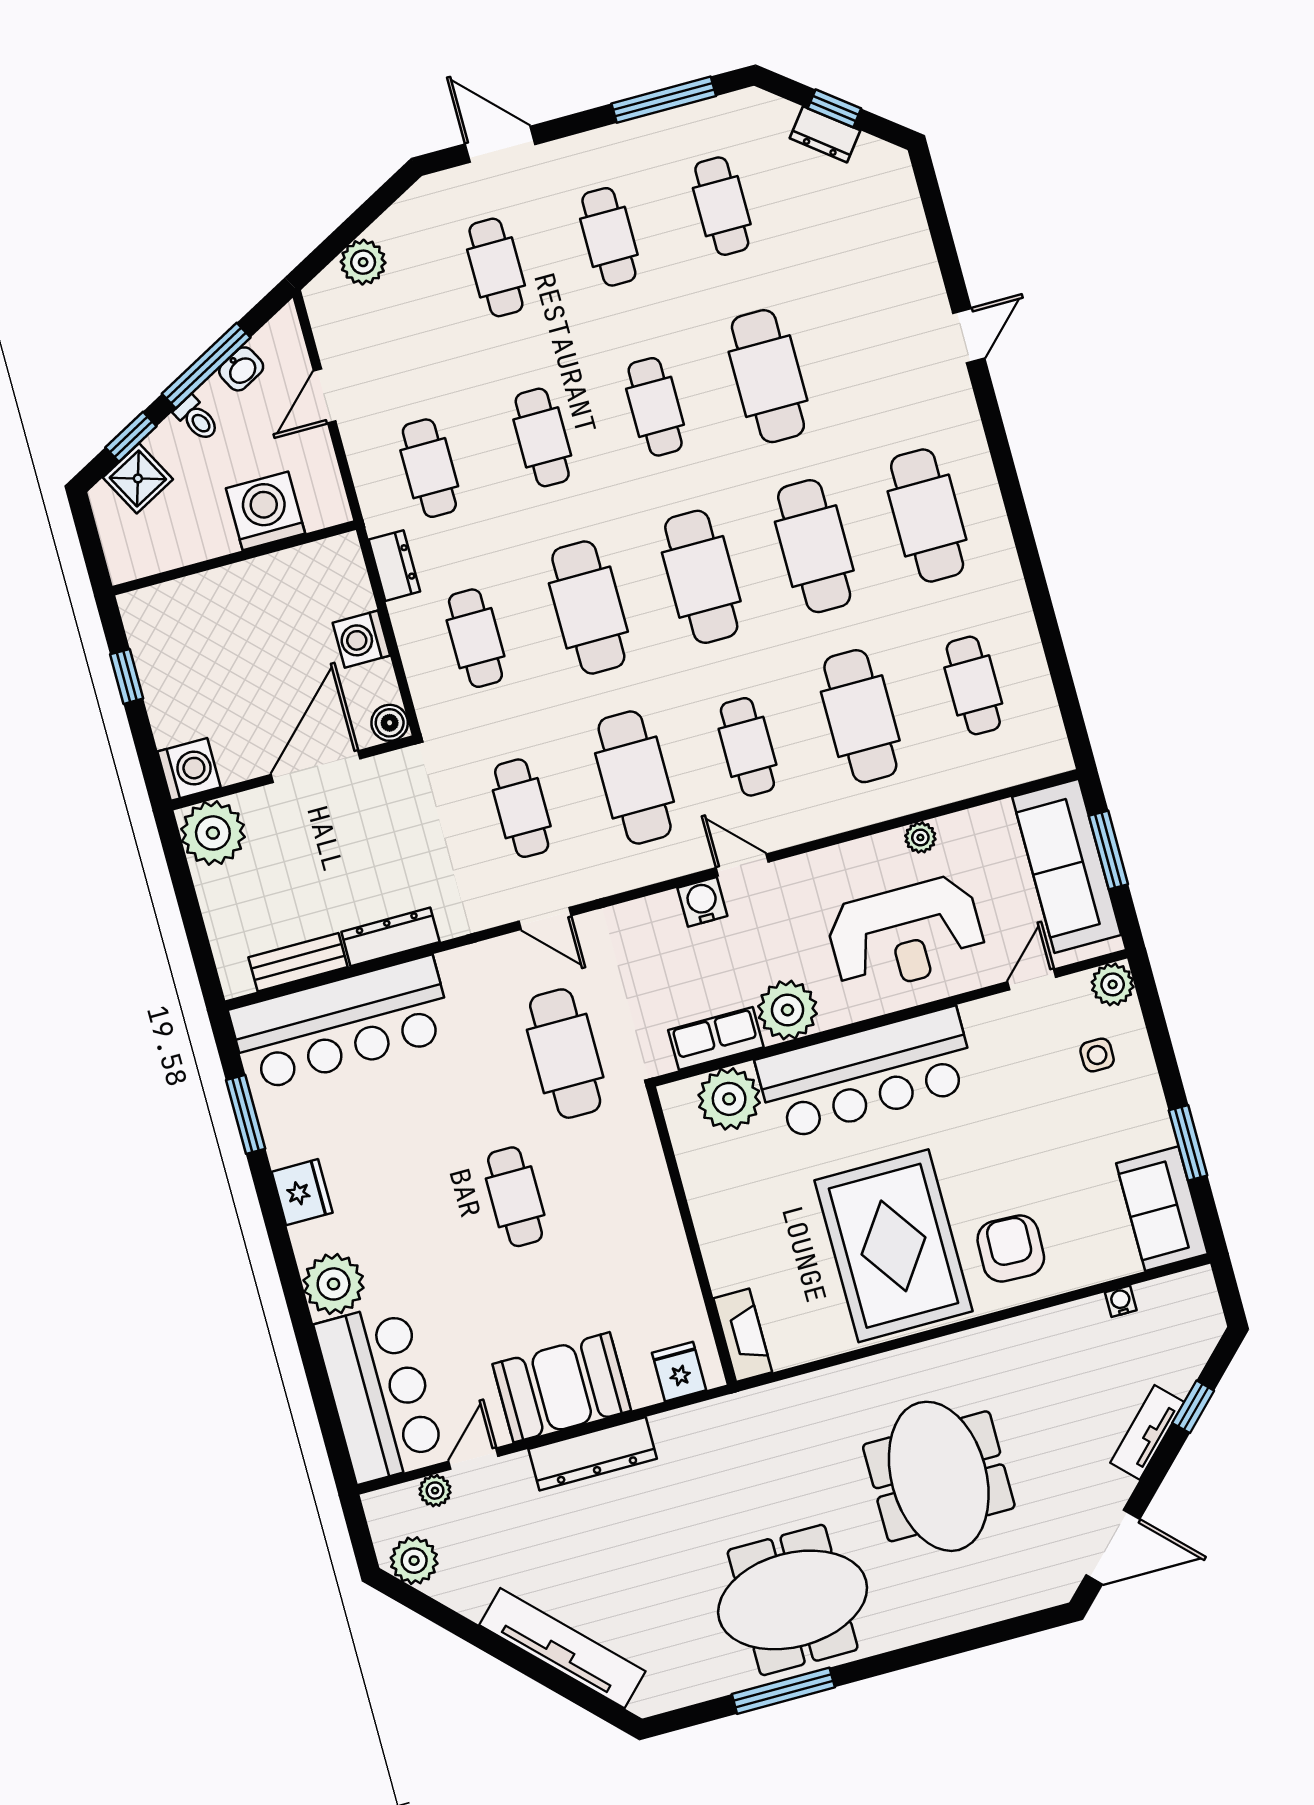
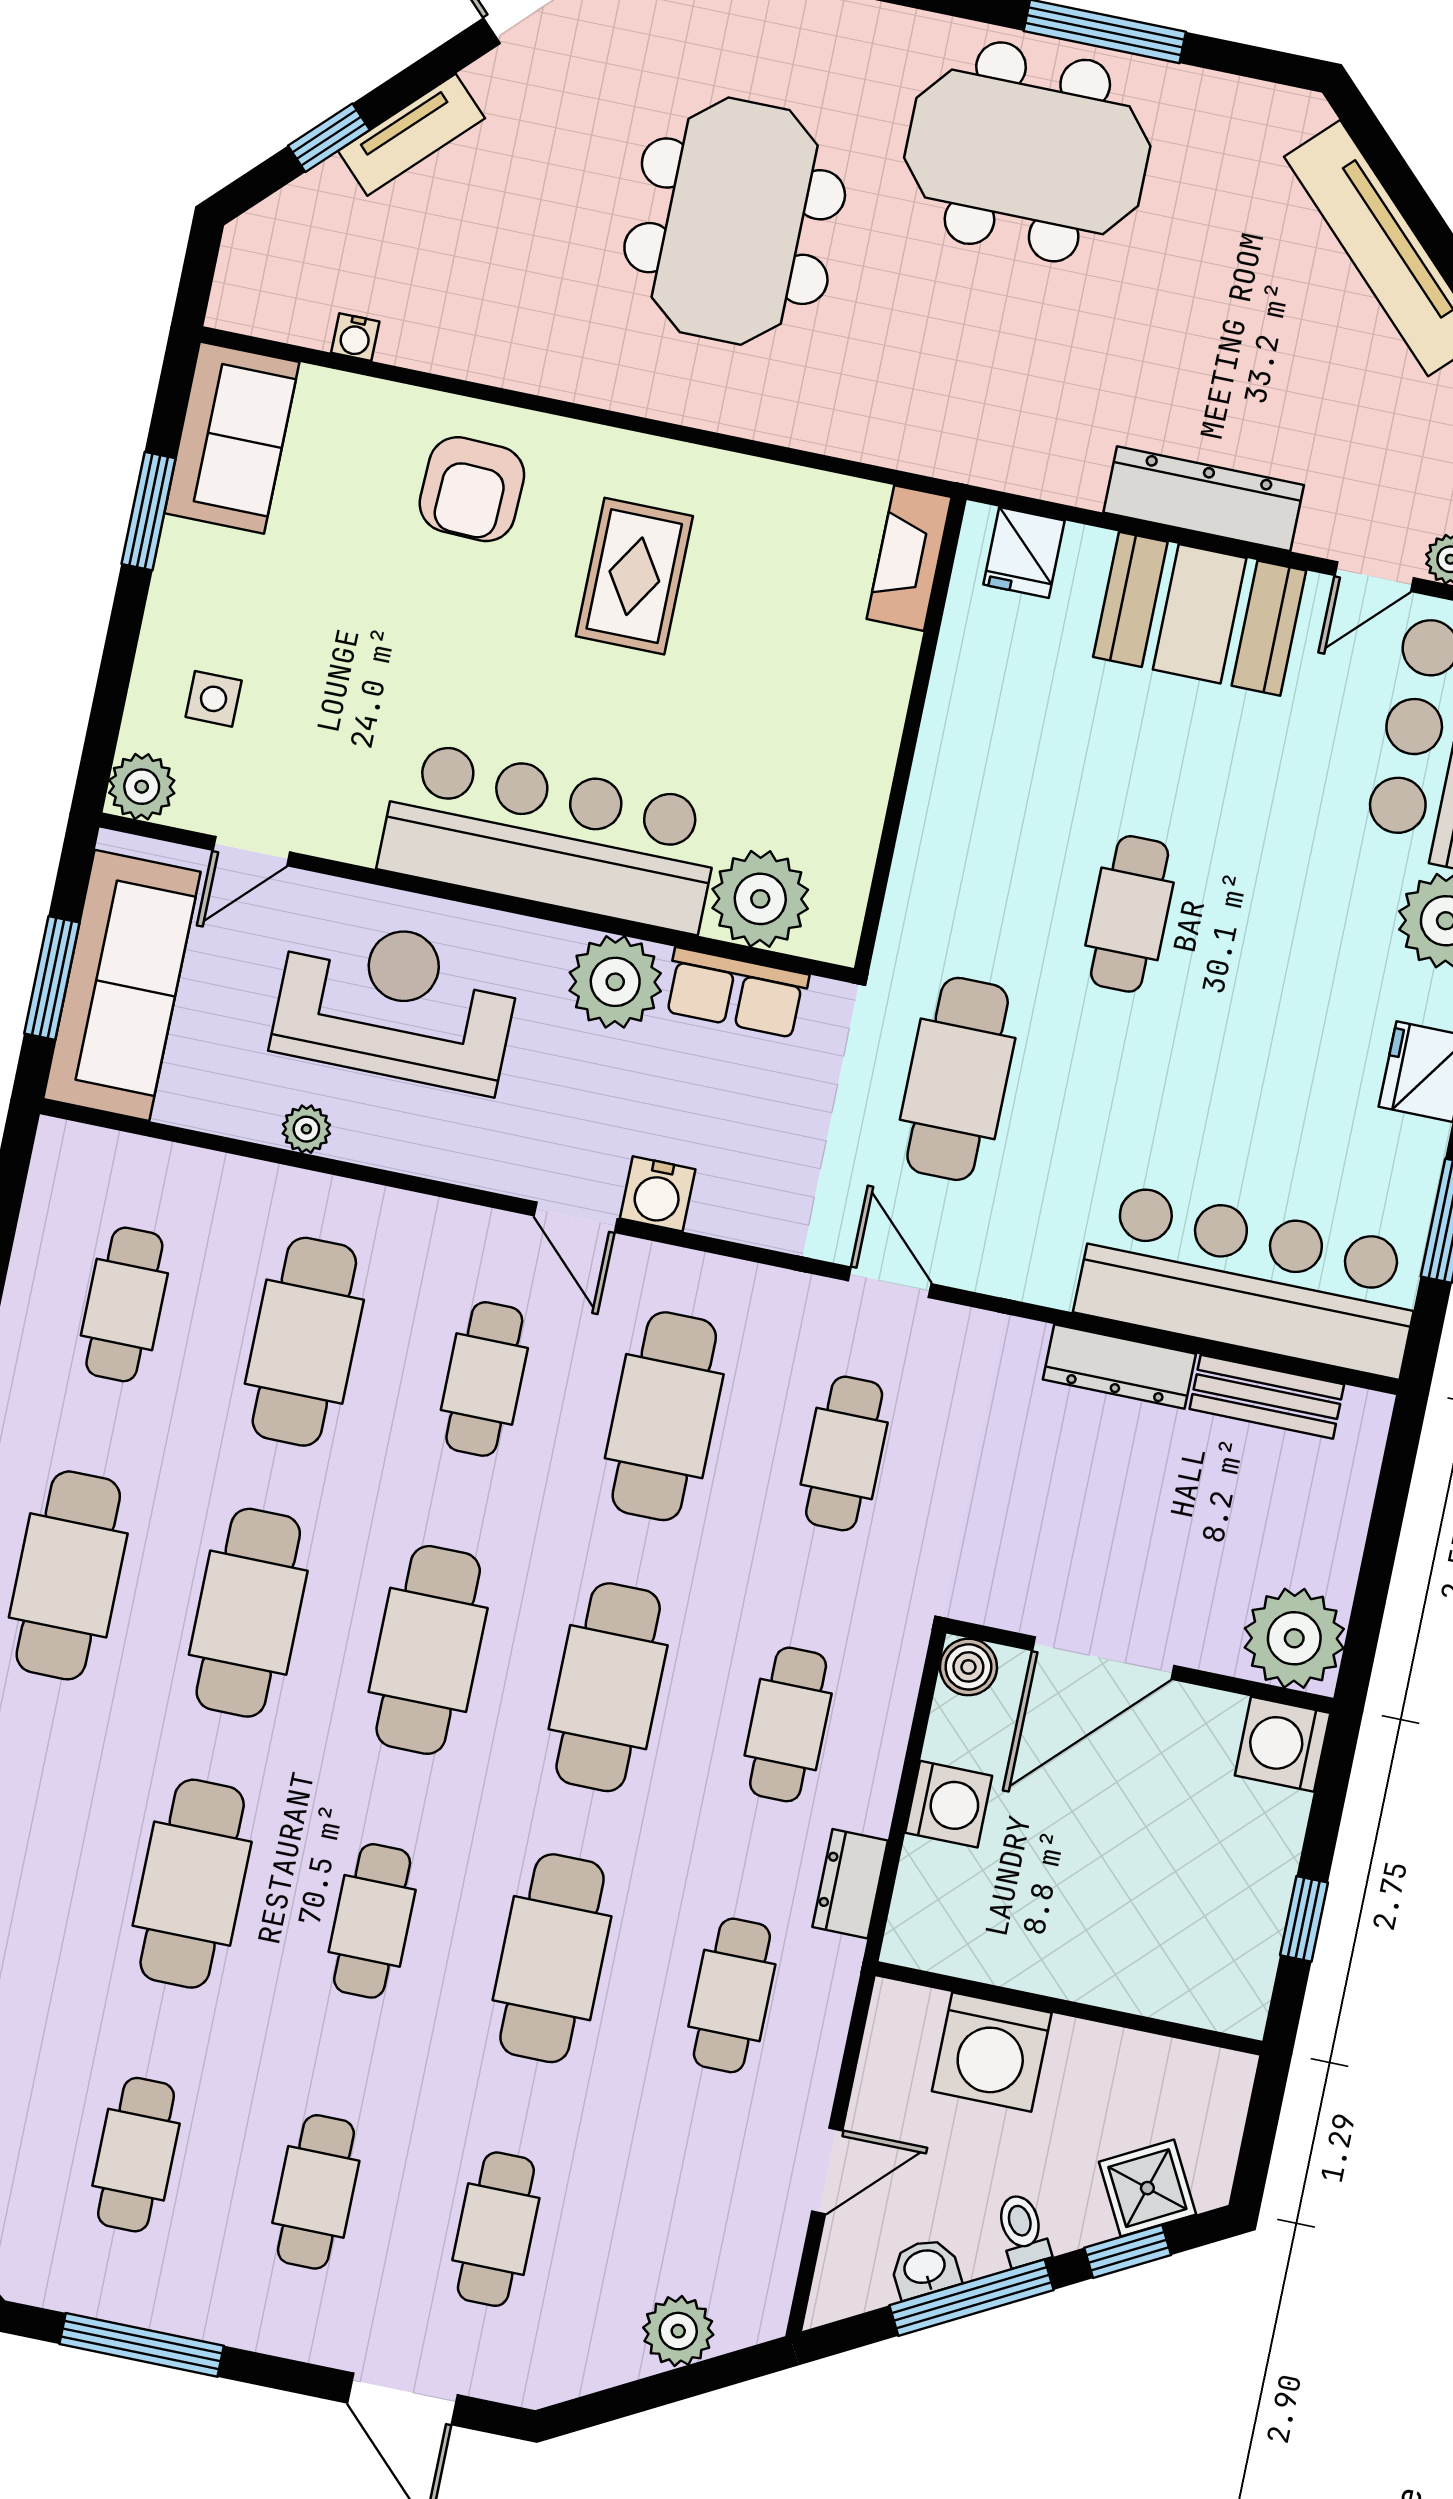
cafe table: (542, 437) -> (552, 1958), width x1.37, depth x1.35
rug: (893, 1246) -> (634, 576), width x0.54, depth x0.49

